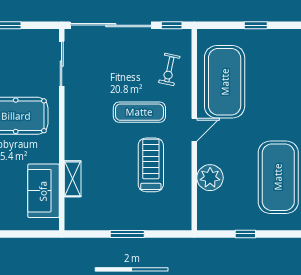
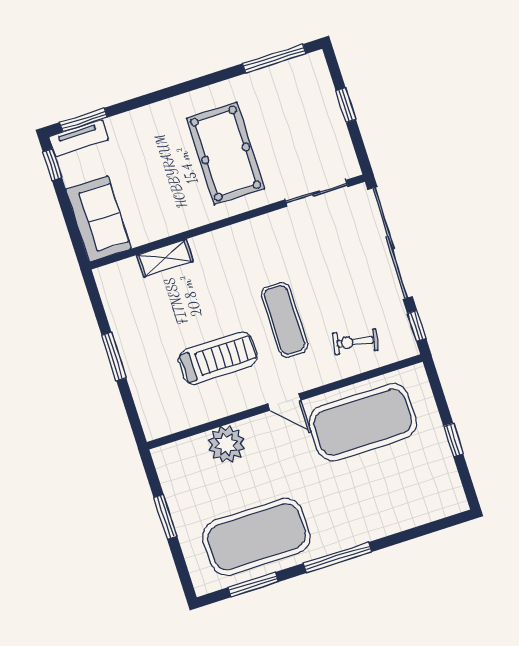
sofa: (43, 191) -> (98, 219), moved, turned 90
window: (245, 234) -> (165, 517), width x1.50

